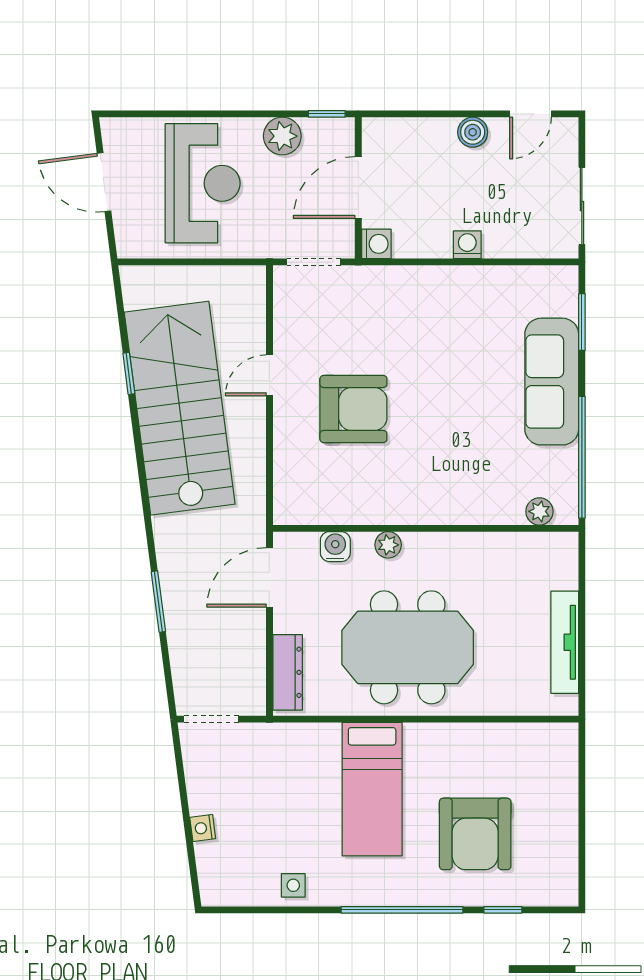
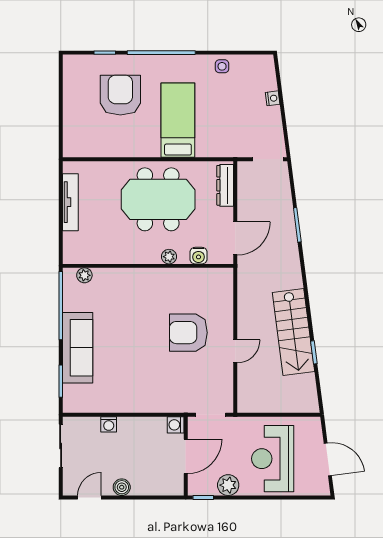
washing machine: (467, 245) -> (109, 424), moved
stairs: (180, 408) -> (293, 332), width x0.73, depth x0.66

